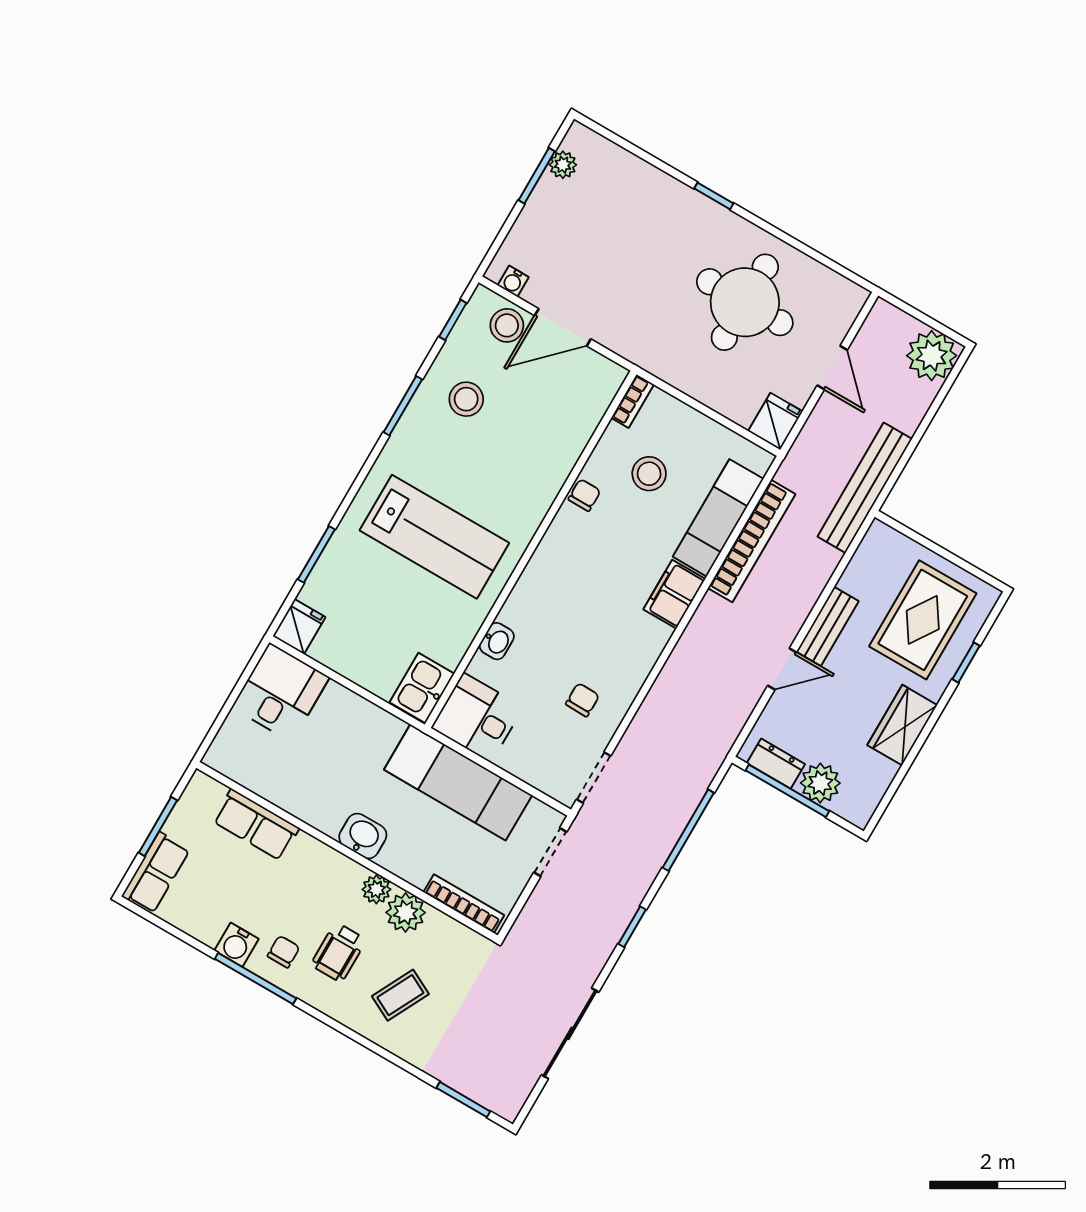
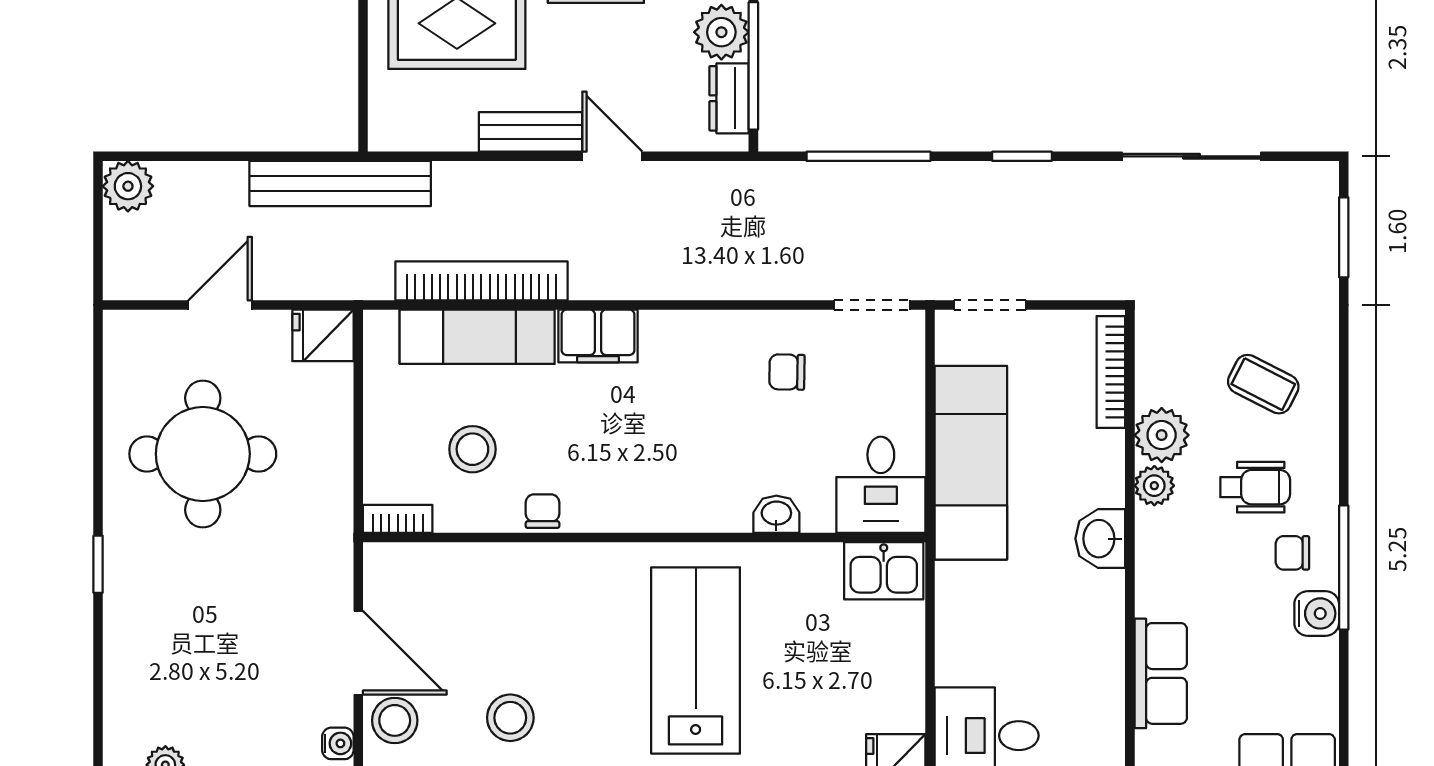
plant: (932, 356) -> (128, 186), width x0.73, depth x0.73
chair: (584, 495) -> (543, 511), turned 90

